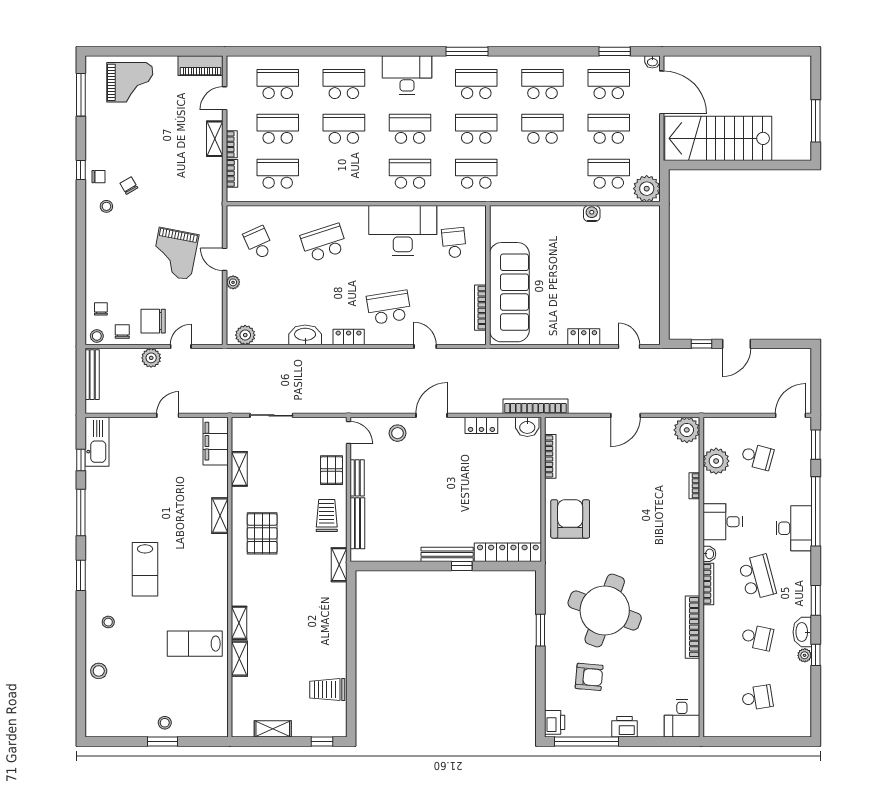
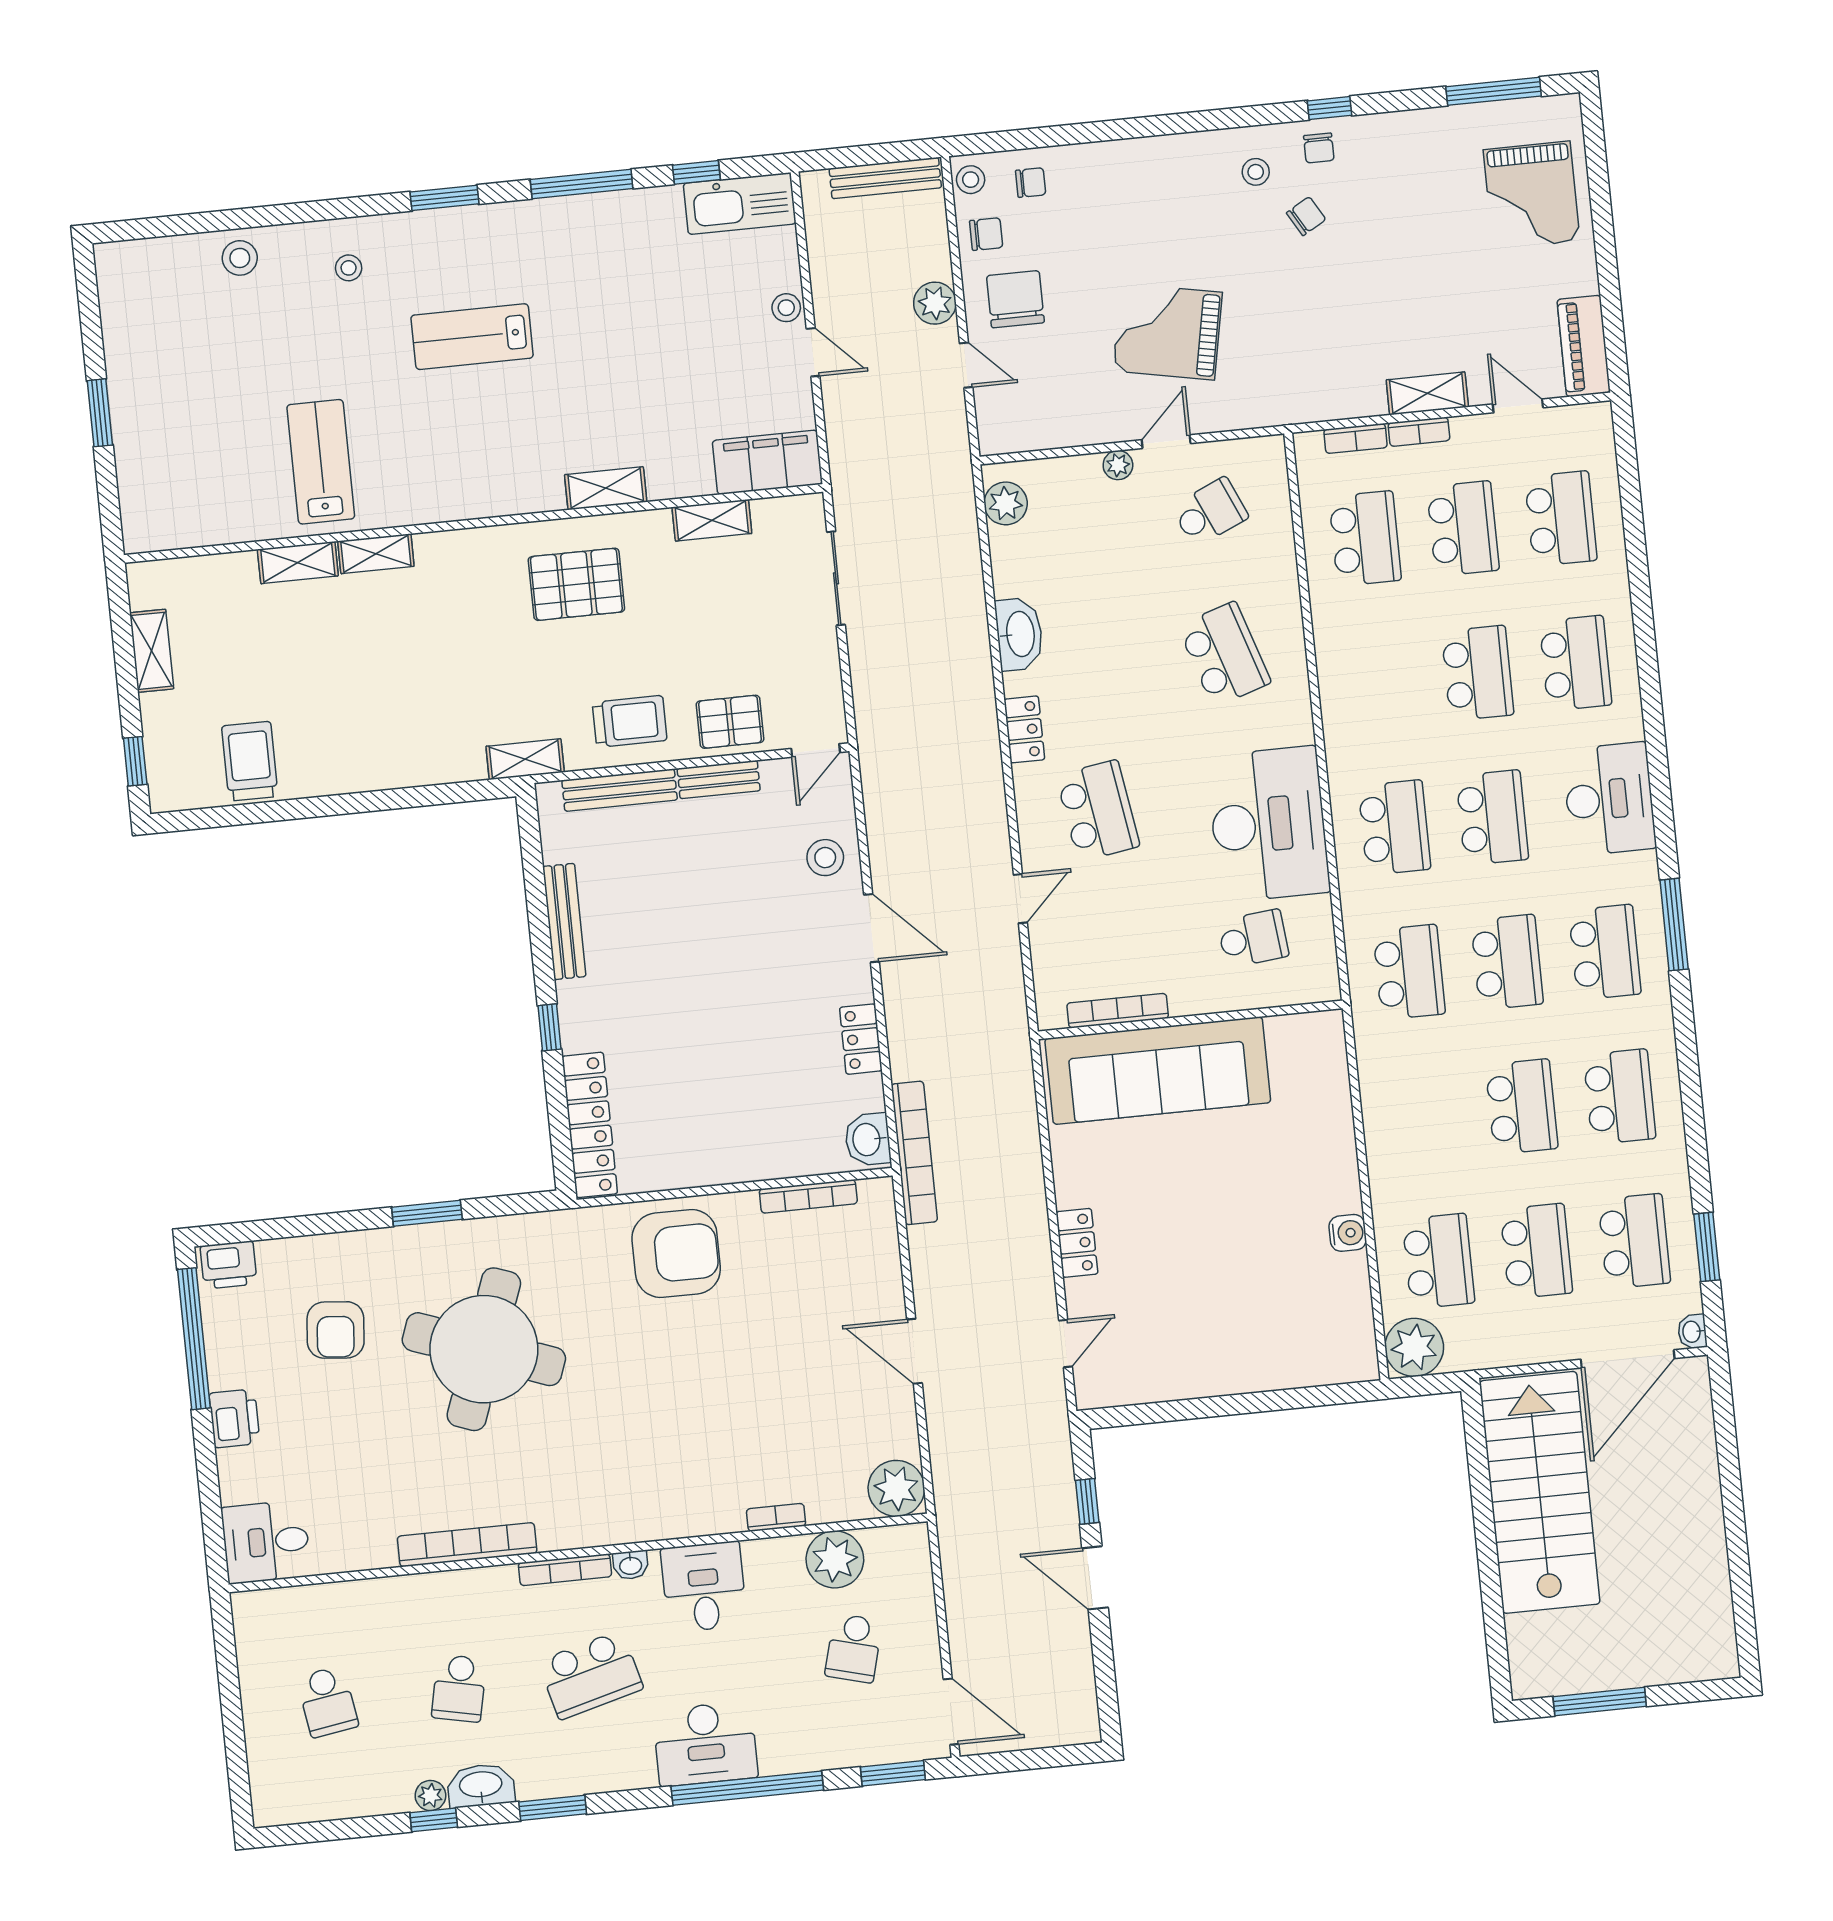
bench: (447, 554) -> (564, 921), moved
stool: (165, 723) -> (786, 308), moved

